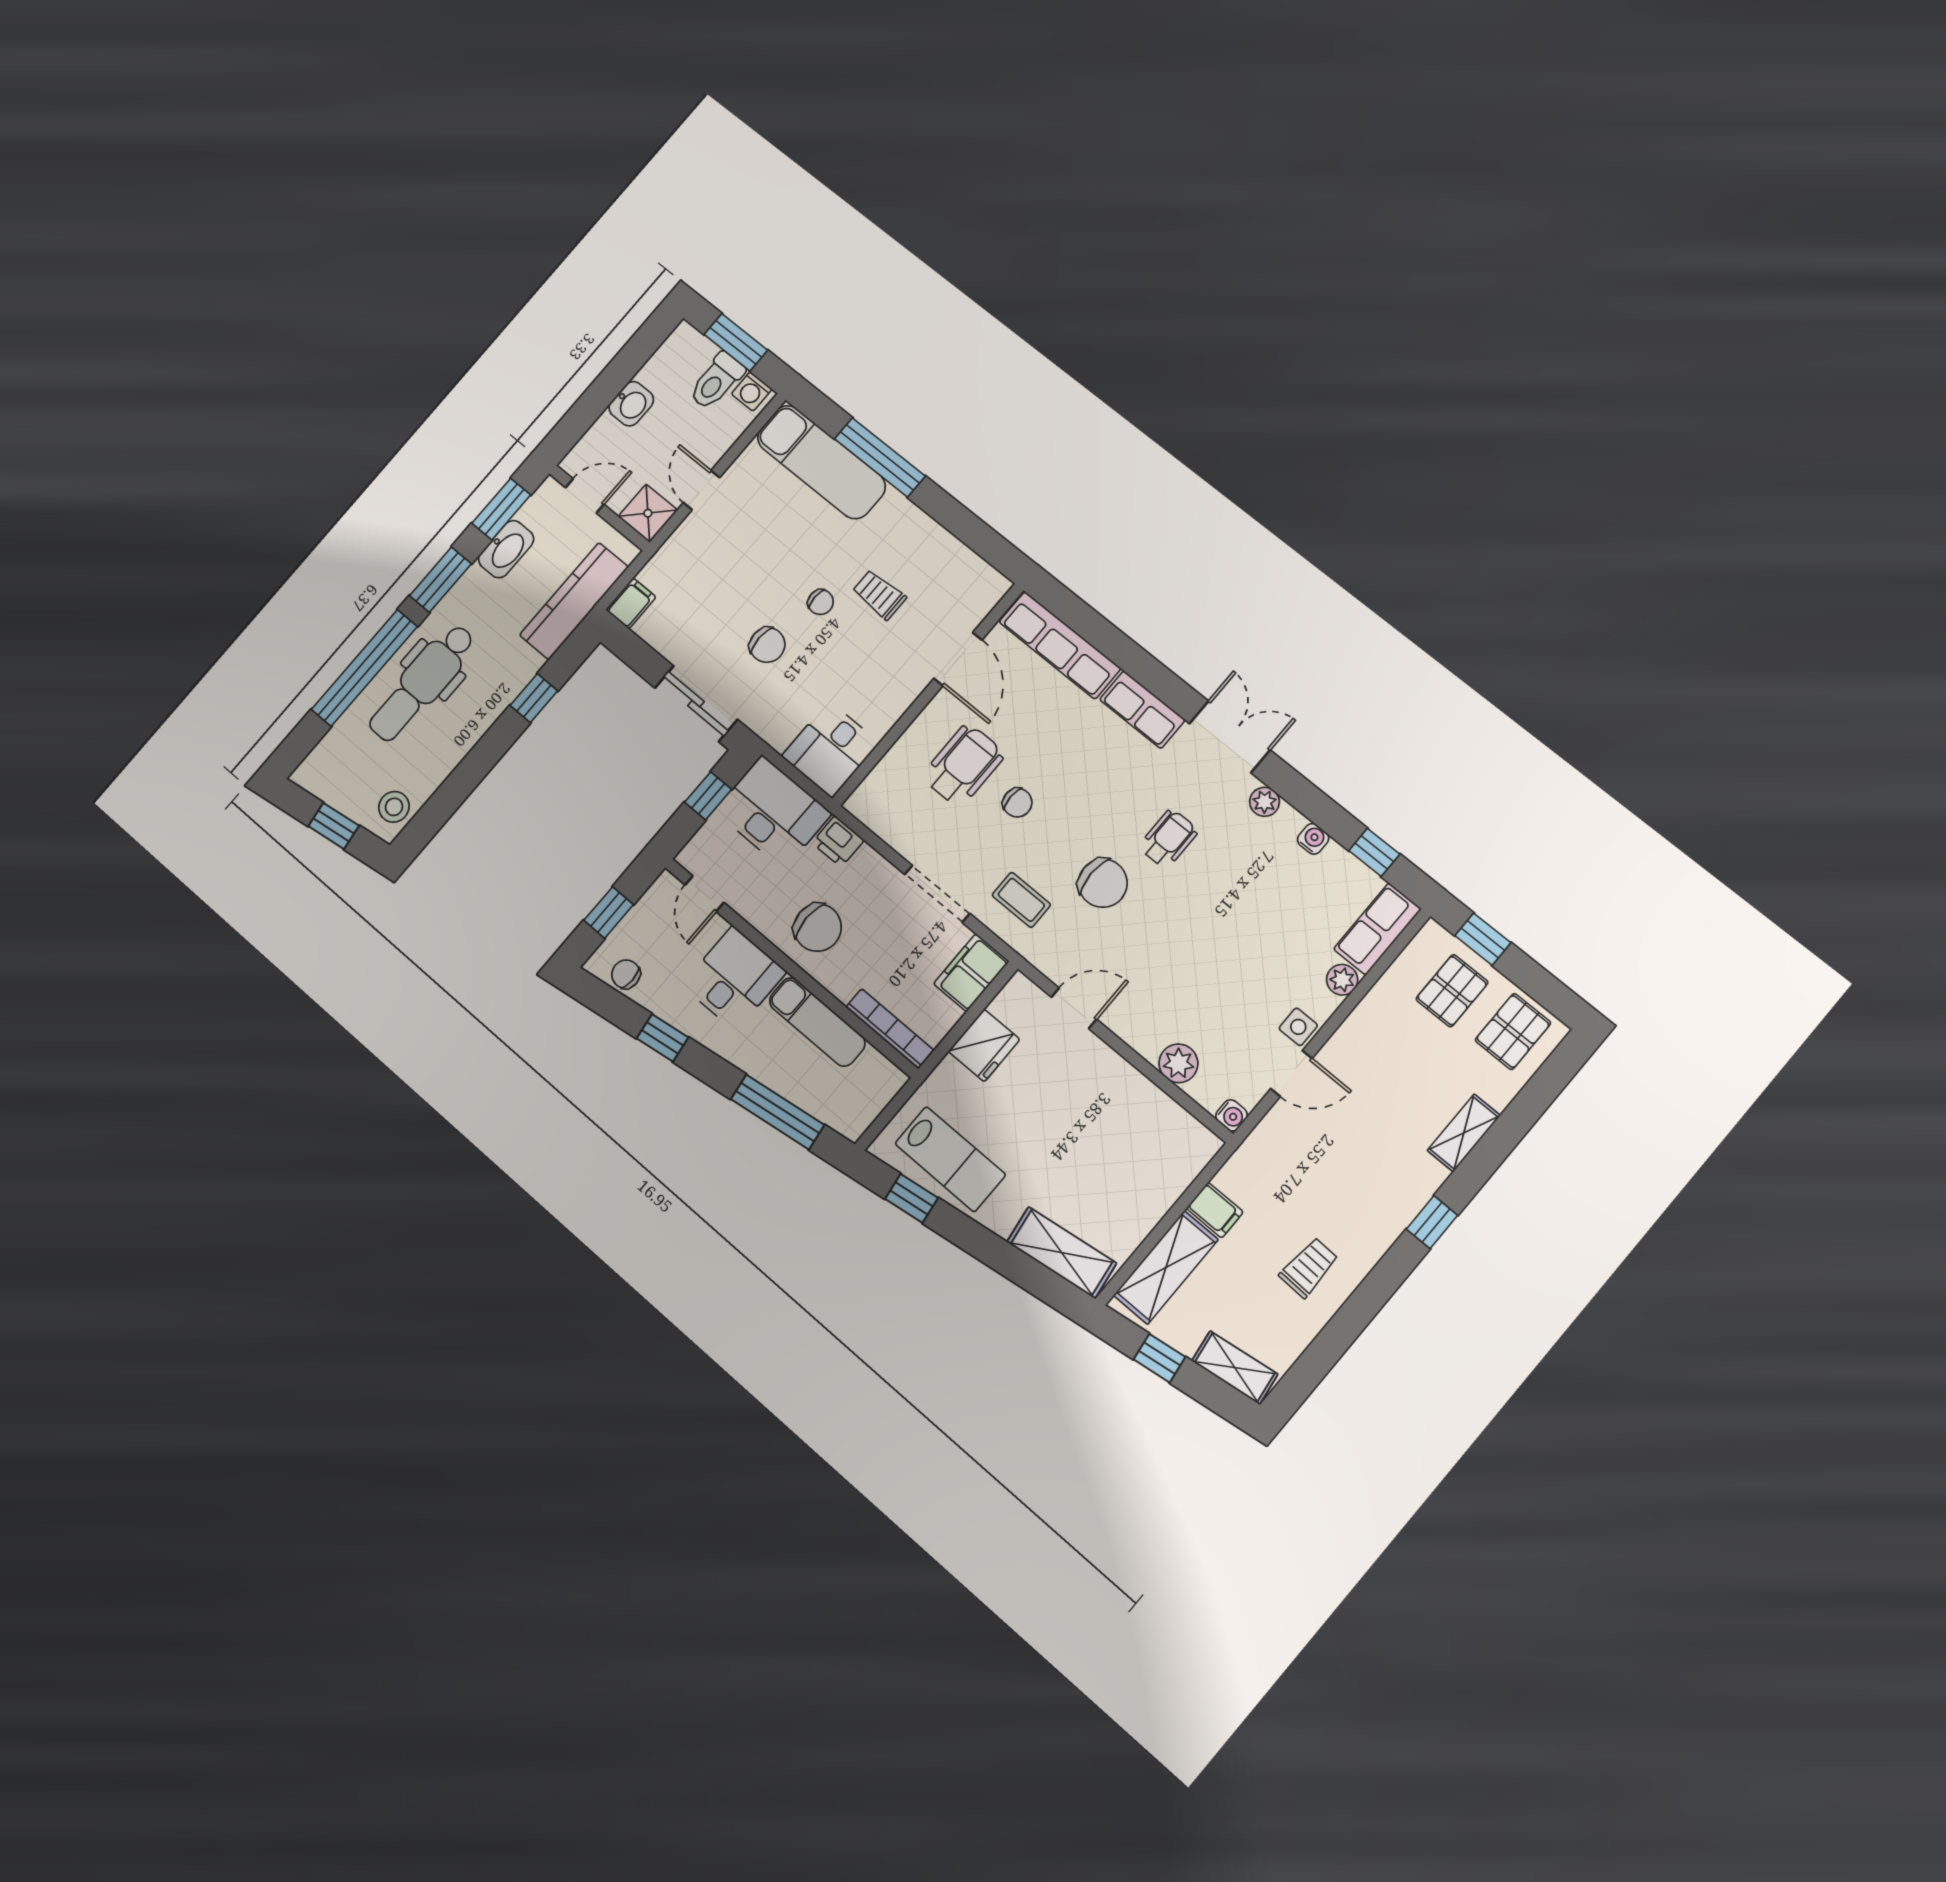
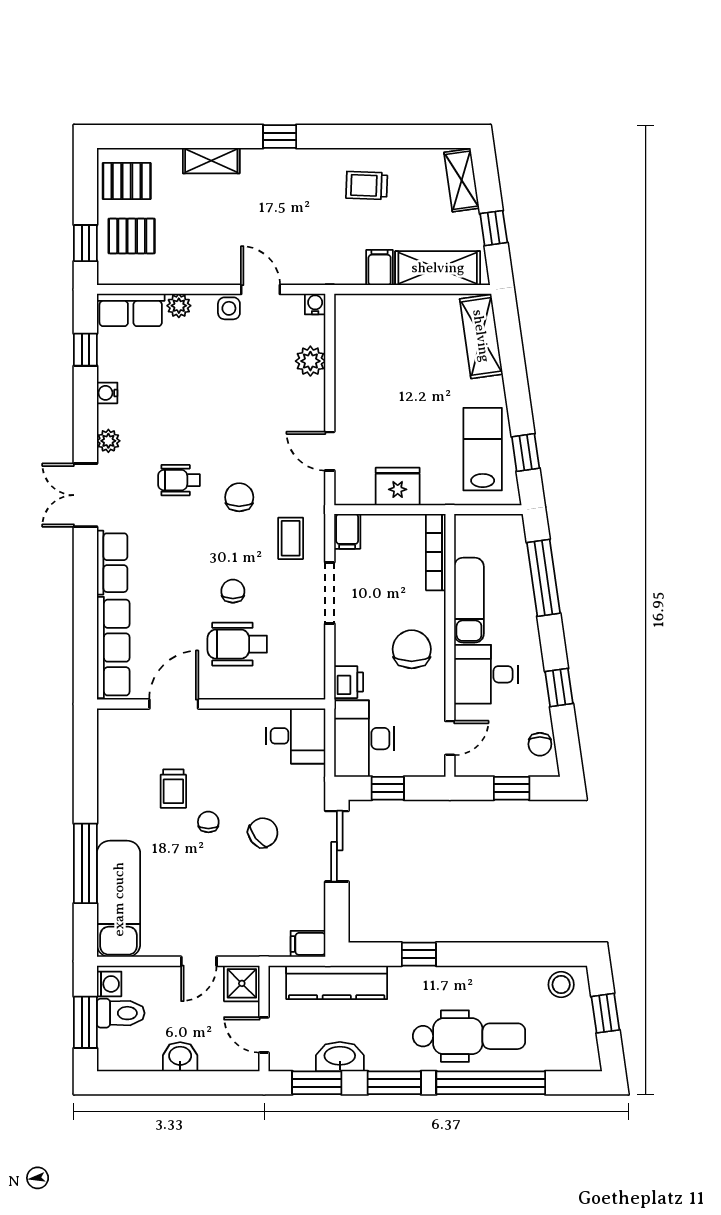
chair: (767, 645) -> (263, 833), turned 52
chair: (1103, 883) -> (239, 497), width x0.73, depth x0.73
filing cabinet: (971, 973) -> (347, 531), width x0.50

